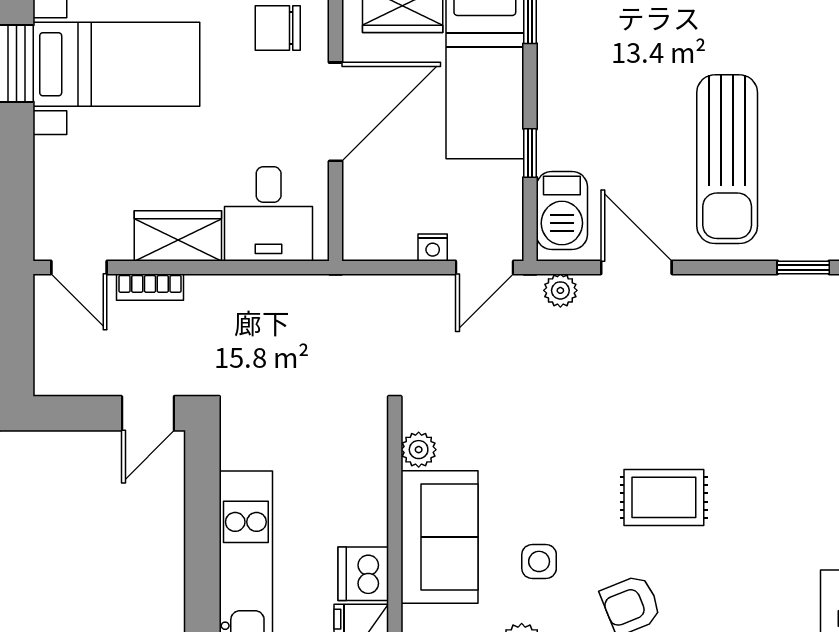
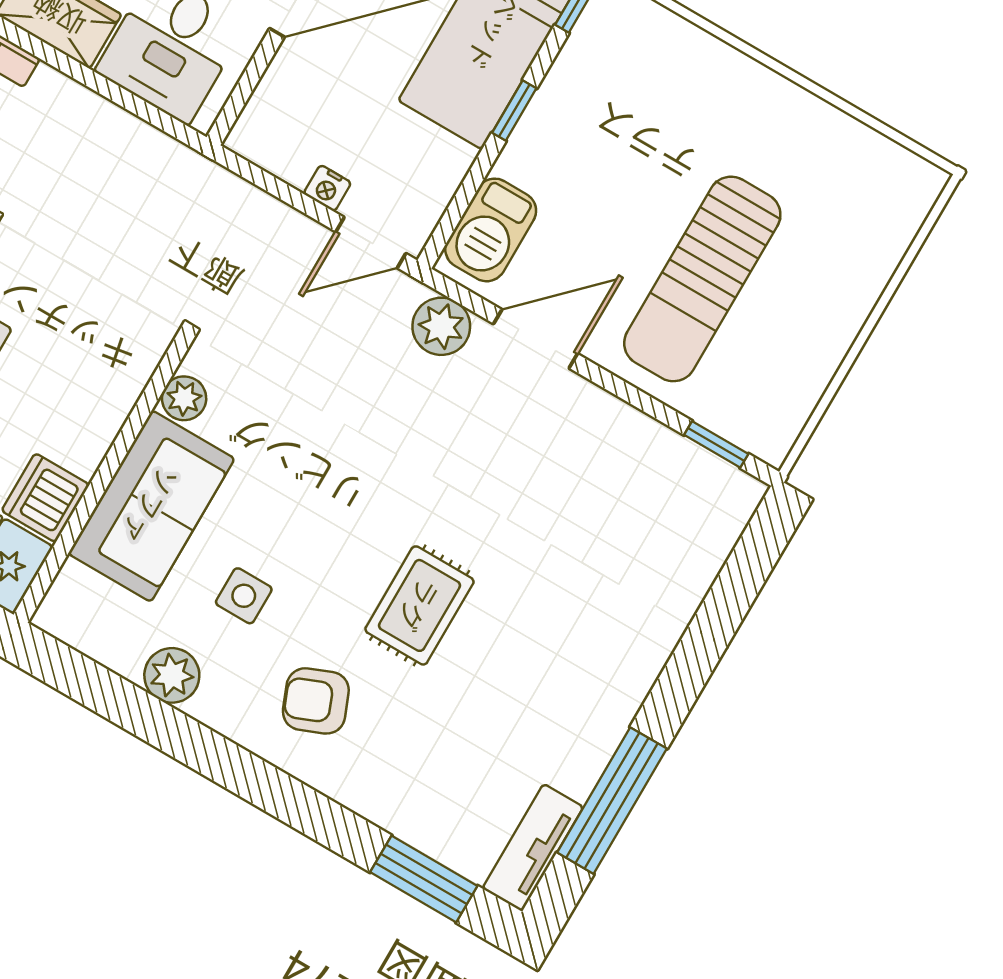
window: (530, 153) -> (514, 110), moved
door: (636, 267) -> (536, 339), hinge flipped
plant: (560, 290) -> (441, 326), width x1.38, depth x1.38
rug: (664, 497) -> (419, 605), turned 90

